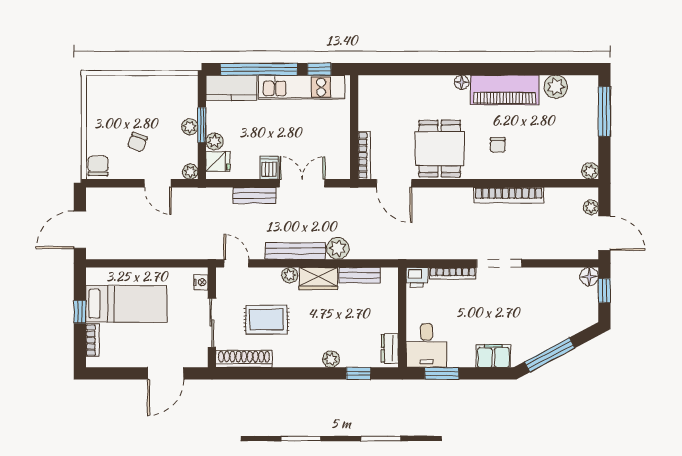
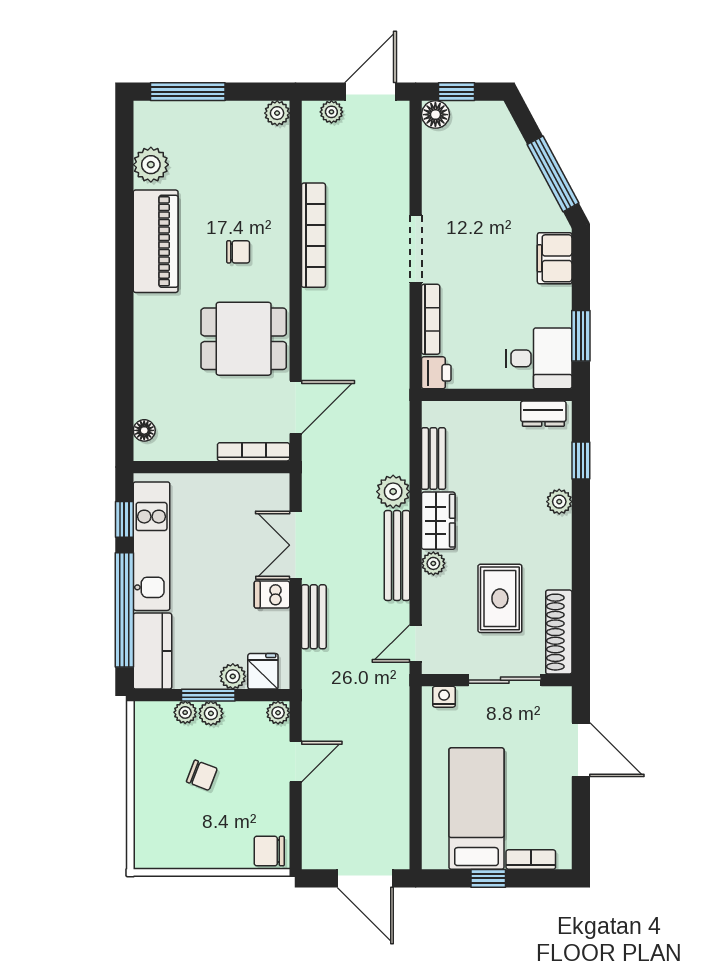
floor lamp: (462, 82) -> (144, 430), moved
plant: (190, 110) -> (185, 712), added
chair: (137, 142) -> (202, 775), moved

